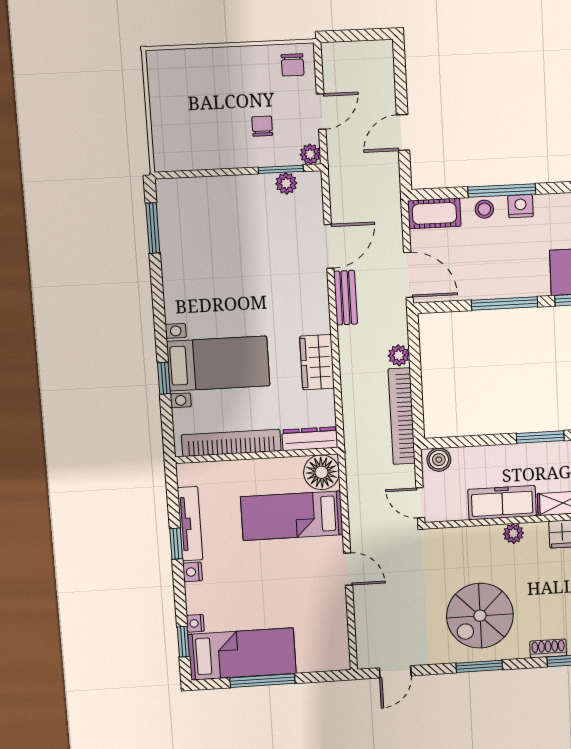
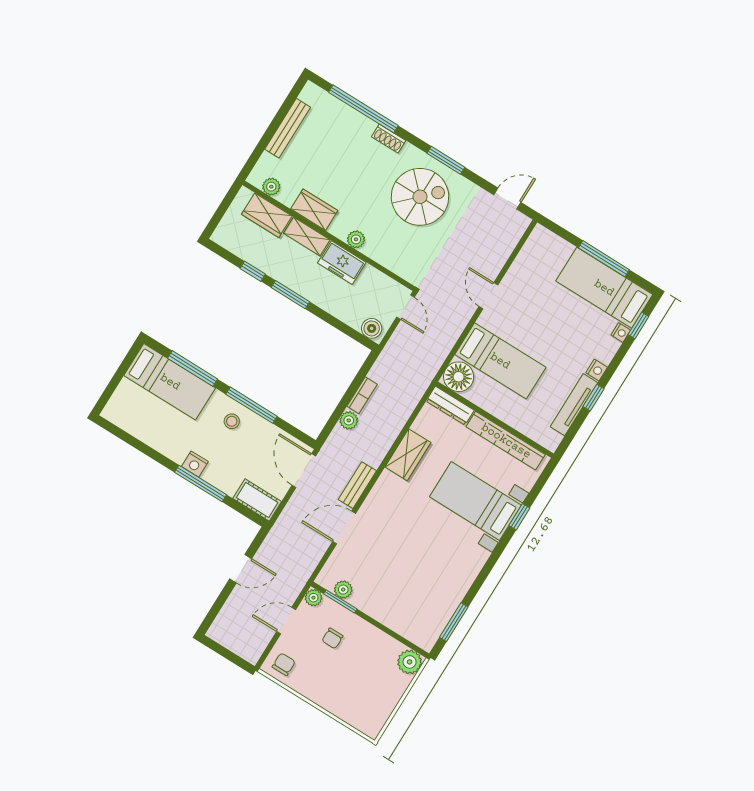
plant: (168, 156) -> (410, 662), added
stool: (484, 209) -> (232, 421), moved
bookcase: (402, 416) -> (362, 395), width x0.43, depth x0.76
freezer: (502, 503) -> (342, 263), width x0.71

